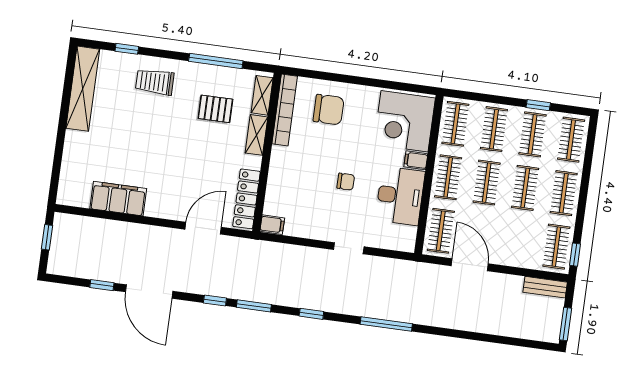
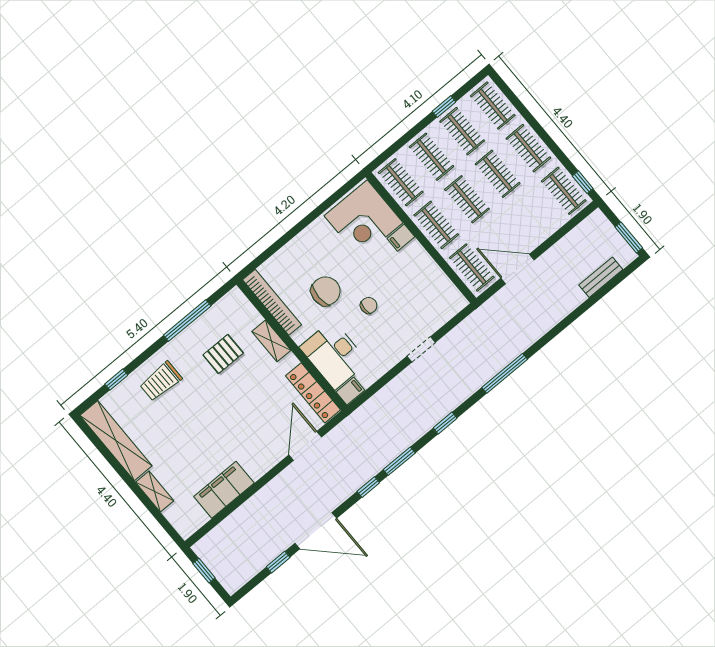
shelving: (262, 95) -> (155, 491), moved
chair: (329, 110) -> (326, 291), moved
desk: (400, 196) -> (334, 355), moved, turned 180
bench: (545, 287) -> (601, 277), moved

